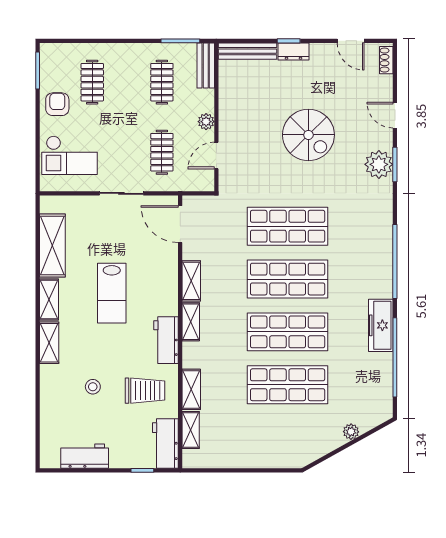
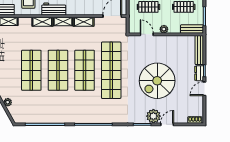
door: (351, 41) -> (204, 89), moved
spiral stairs: (308, 135) -> (157, 81), width x1.37, depth x1.37
plant: (379, 164) -> (153, 116), moved
shop shelf: (288, 226) -> (111, 70), width x1.40
freezer: (381, 325) -> (61, 117), removed
shelving: (191, 389) -> (42, 22), moved

